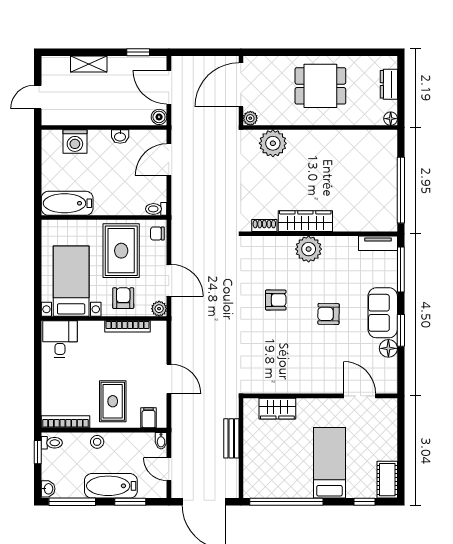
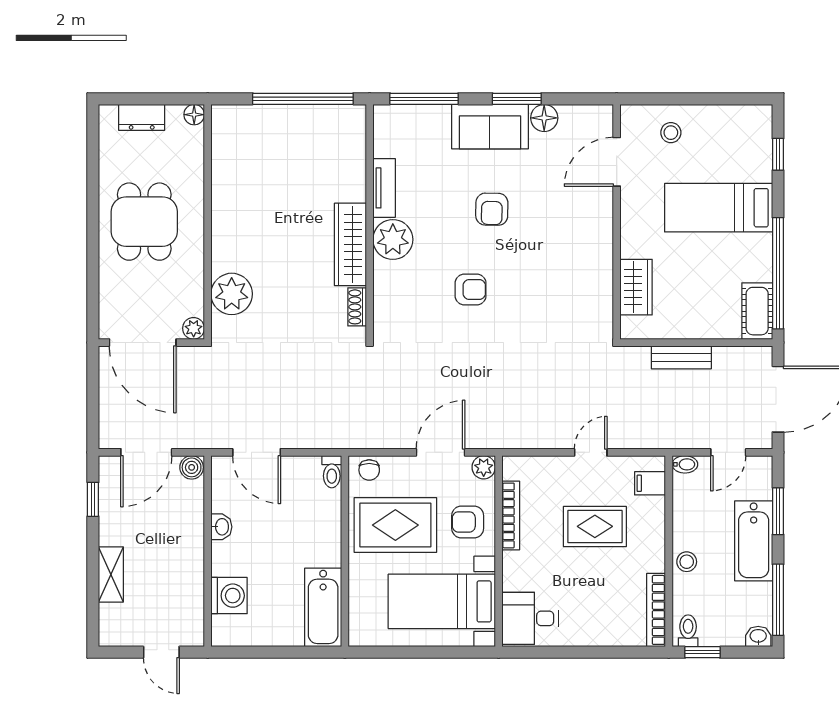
tv unit: (378, 243) -> (384, 188), moved
armchair: (276, 300) -> (471, 289), turned 90
door: (169, 379) -> (591, 452), width x0.73
rug: (113, 401) -> (595, 526), moved
stool: (379, 431) -> (671, 133), added
cot: (387, 480) -> (757, 311), moved, turned 90

